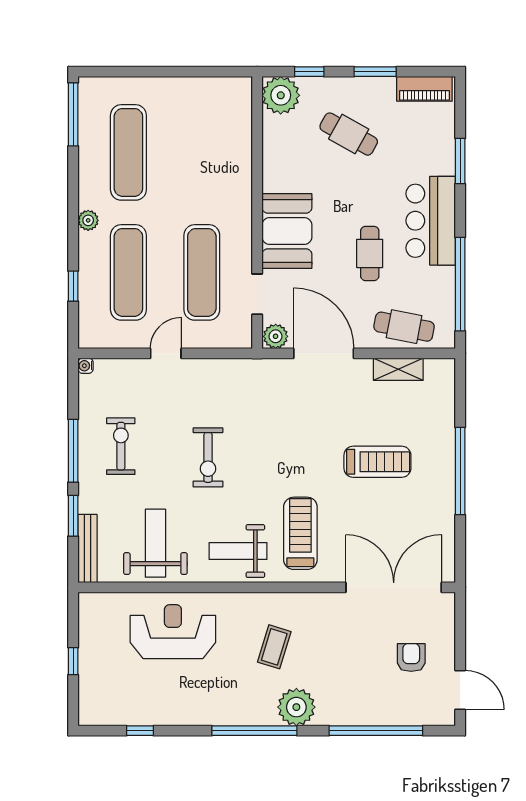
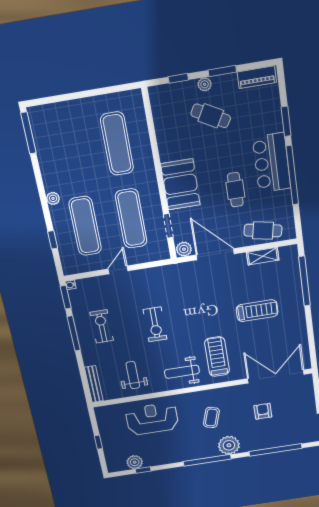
plant: (281, 95) -> (205, 84), moved, width x0.53, depth x0.53
exercise mat: (128, 152) -> (117, 144), moved
window: (460, 284) -> (292, 175), moved
window: (460, 471) -> (304, 281), moved
window: (73, 516) -> (66, 297), moved
weight bench: (155, 543) -> (133, 375), width x0.73, depth x0.75
armchair: (411, 658) -> (263, 411), moved
plant: (128, 712) -> (135, 462), added

